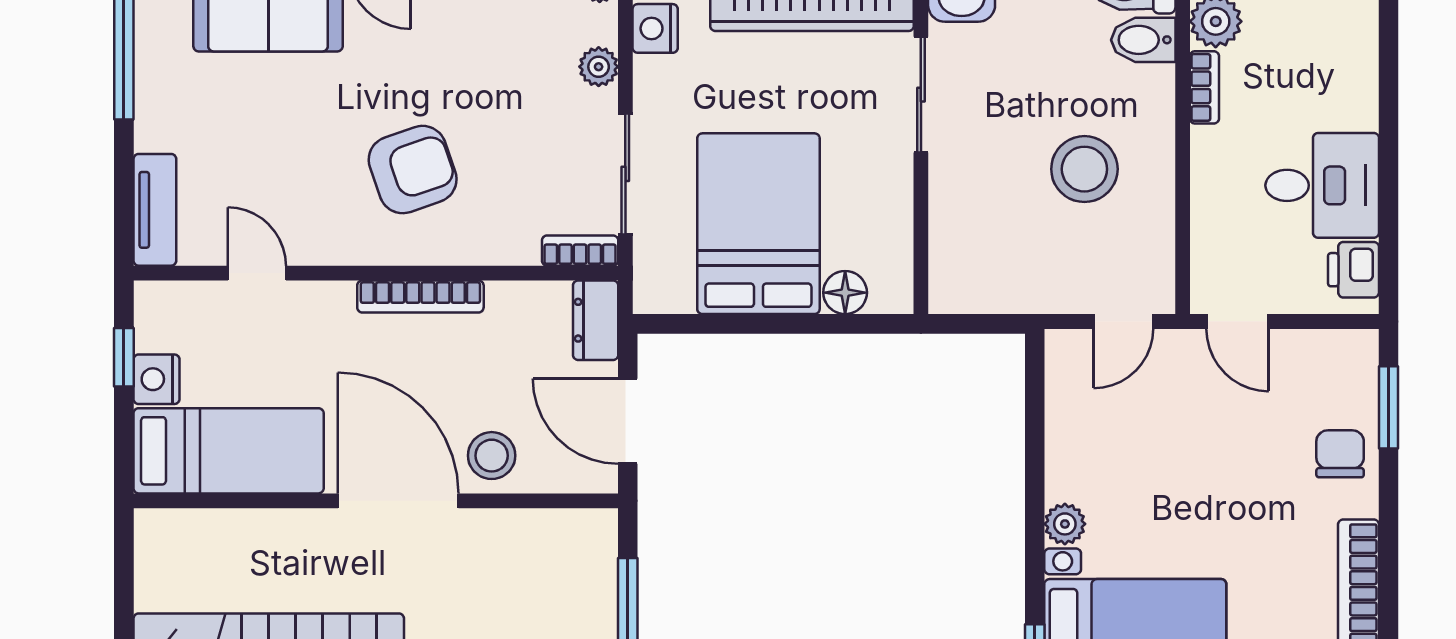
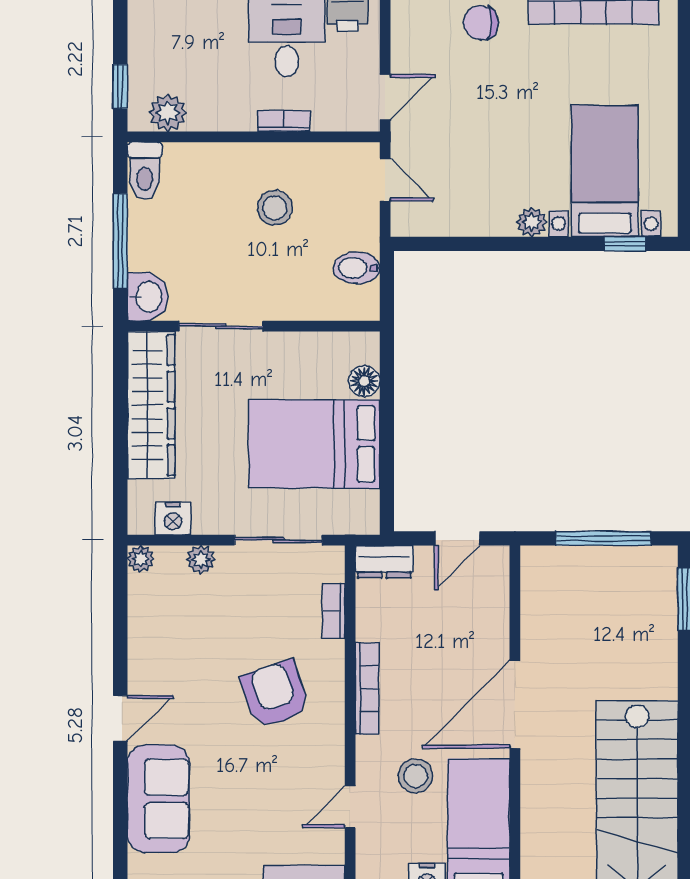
bidet: (1143, 40) -> (357, 268), moved, turned 90
bookcase: (1204, 87) -> (284, 121), moved
stool: (1084, 169) -> (275, 208), width x0.73, depth x0.73
bookcase: (580, 251) -> (334, 611), moved
door: (628, 421) -> (457, 538), width x0.73
stool: (492, 456) -> (416, 776), moved

